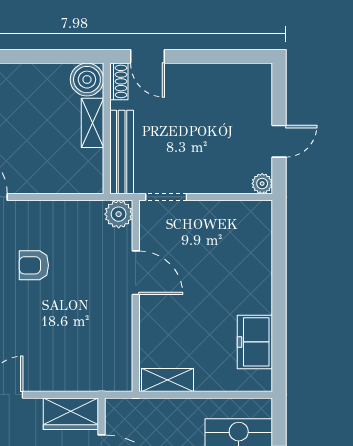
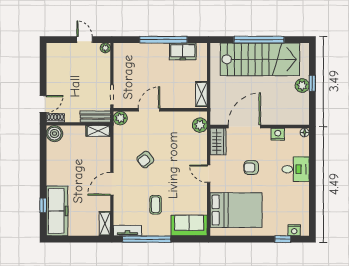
shelving: (92, 123) -> (98, 131), moved
bench: (122, 152) -> (95, 117), width x0.73
armchair: (34, 265) -> (145, 160), turned 52
window: (279, 302) -> (163, 40), added
plant: (104, 377) -> (200, 125), added

